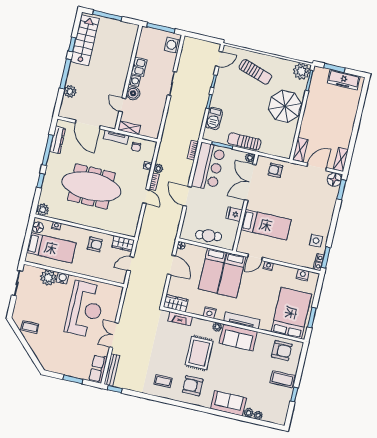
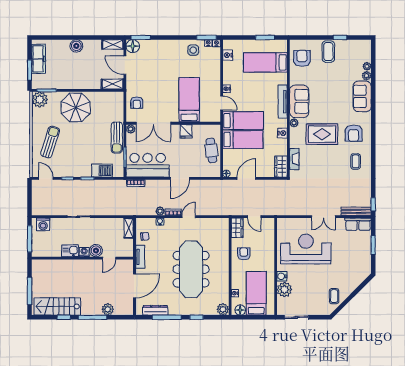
boiler: (348, 122) -> (76, 46), added
shelving: (129, 128) -> (129, 228), moved
bed: (291, 313) -> (265, 62), width x0.67

